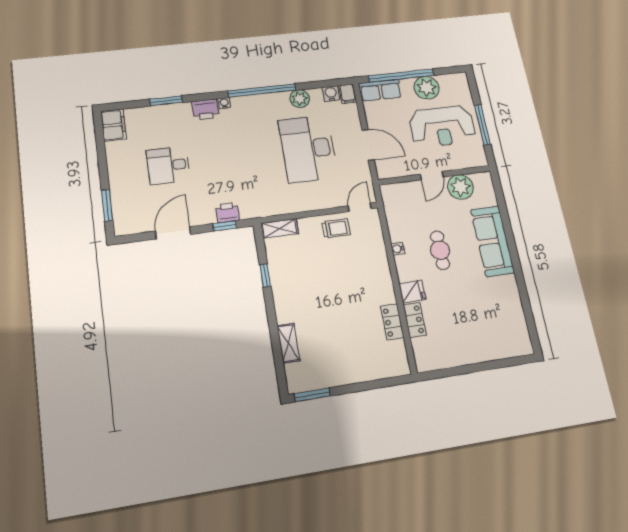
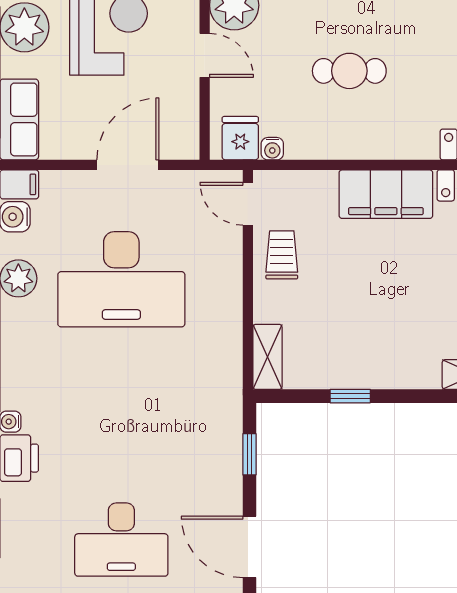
desk: (168, 165) -> (121, 540), width x1.37
printer: (228, 213) -> (225, 446), removed
water cooler: (398, 249) -> (272, 149), moved
filing cabinet: (379, 279) -> (386, 194), added
fridge: (412, 292) -> (240, 138), moved

